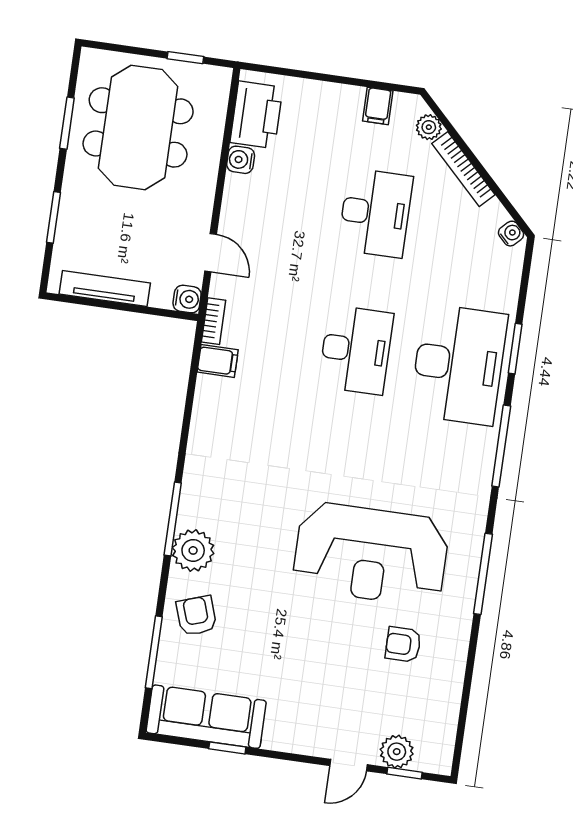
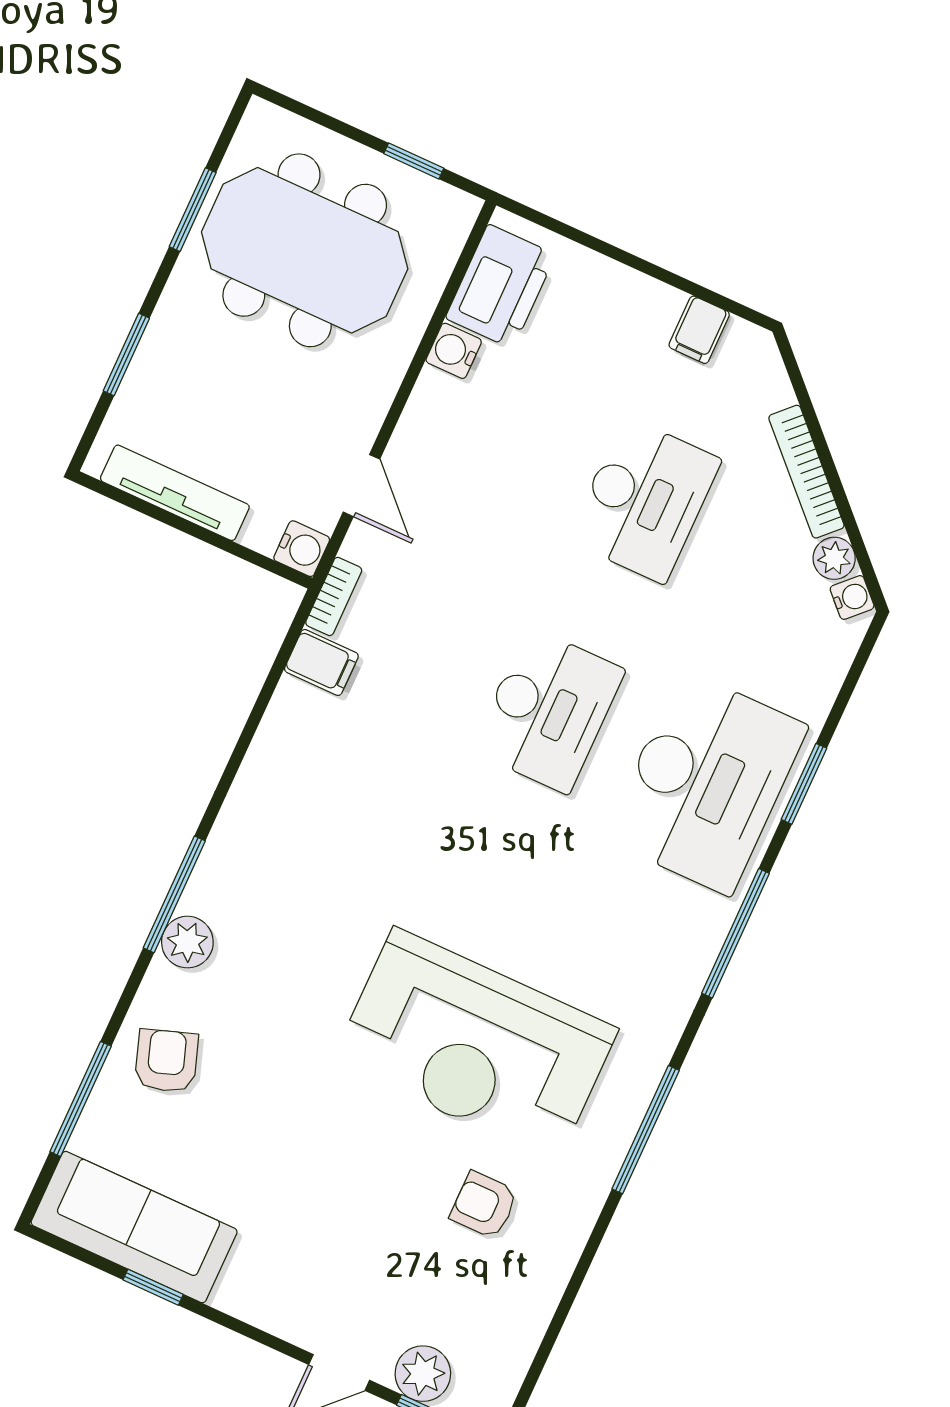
meeting table: (138, 127) -> (305, 250), turned 90
plant: (429, 127) -> (834, 558), moved
plant: (193, 550) -> (187, 942), width x0.73, depth x0.73

